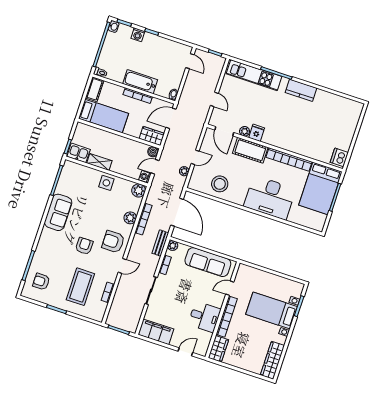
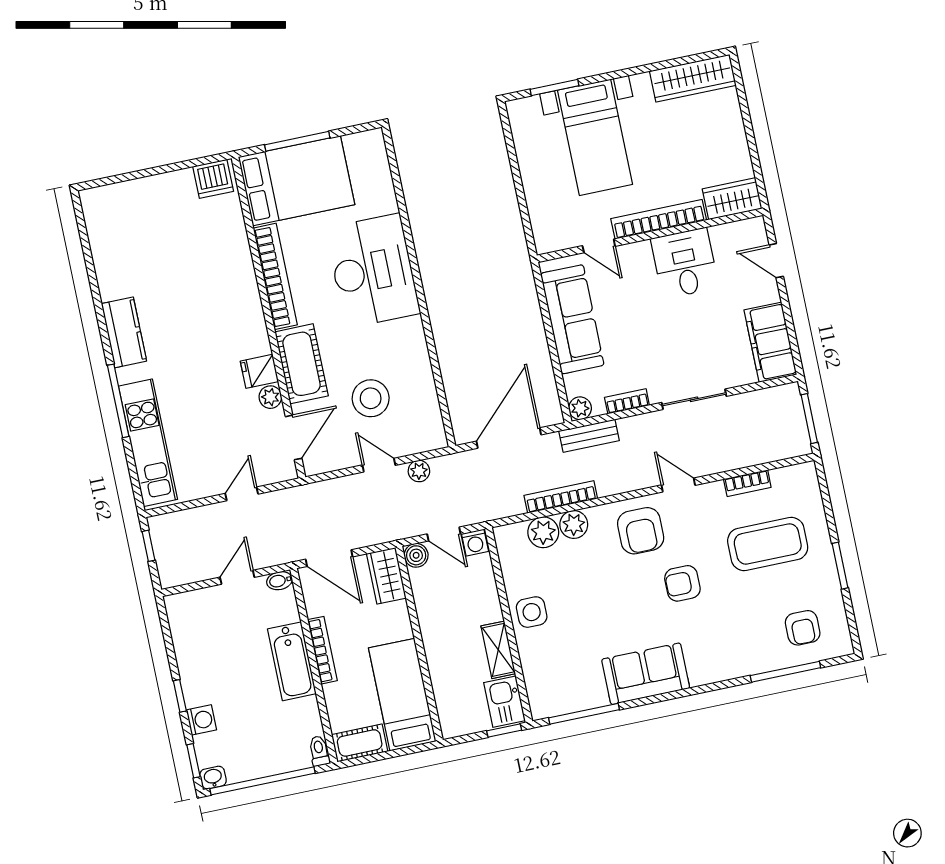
door: (190, 61) -> (237, 577), moved
stool: (220, 184) -> (371, 398), moved
plant: (139, 190) -> (543, 532), moved

